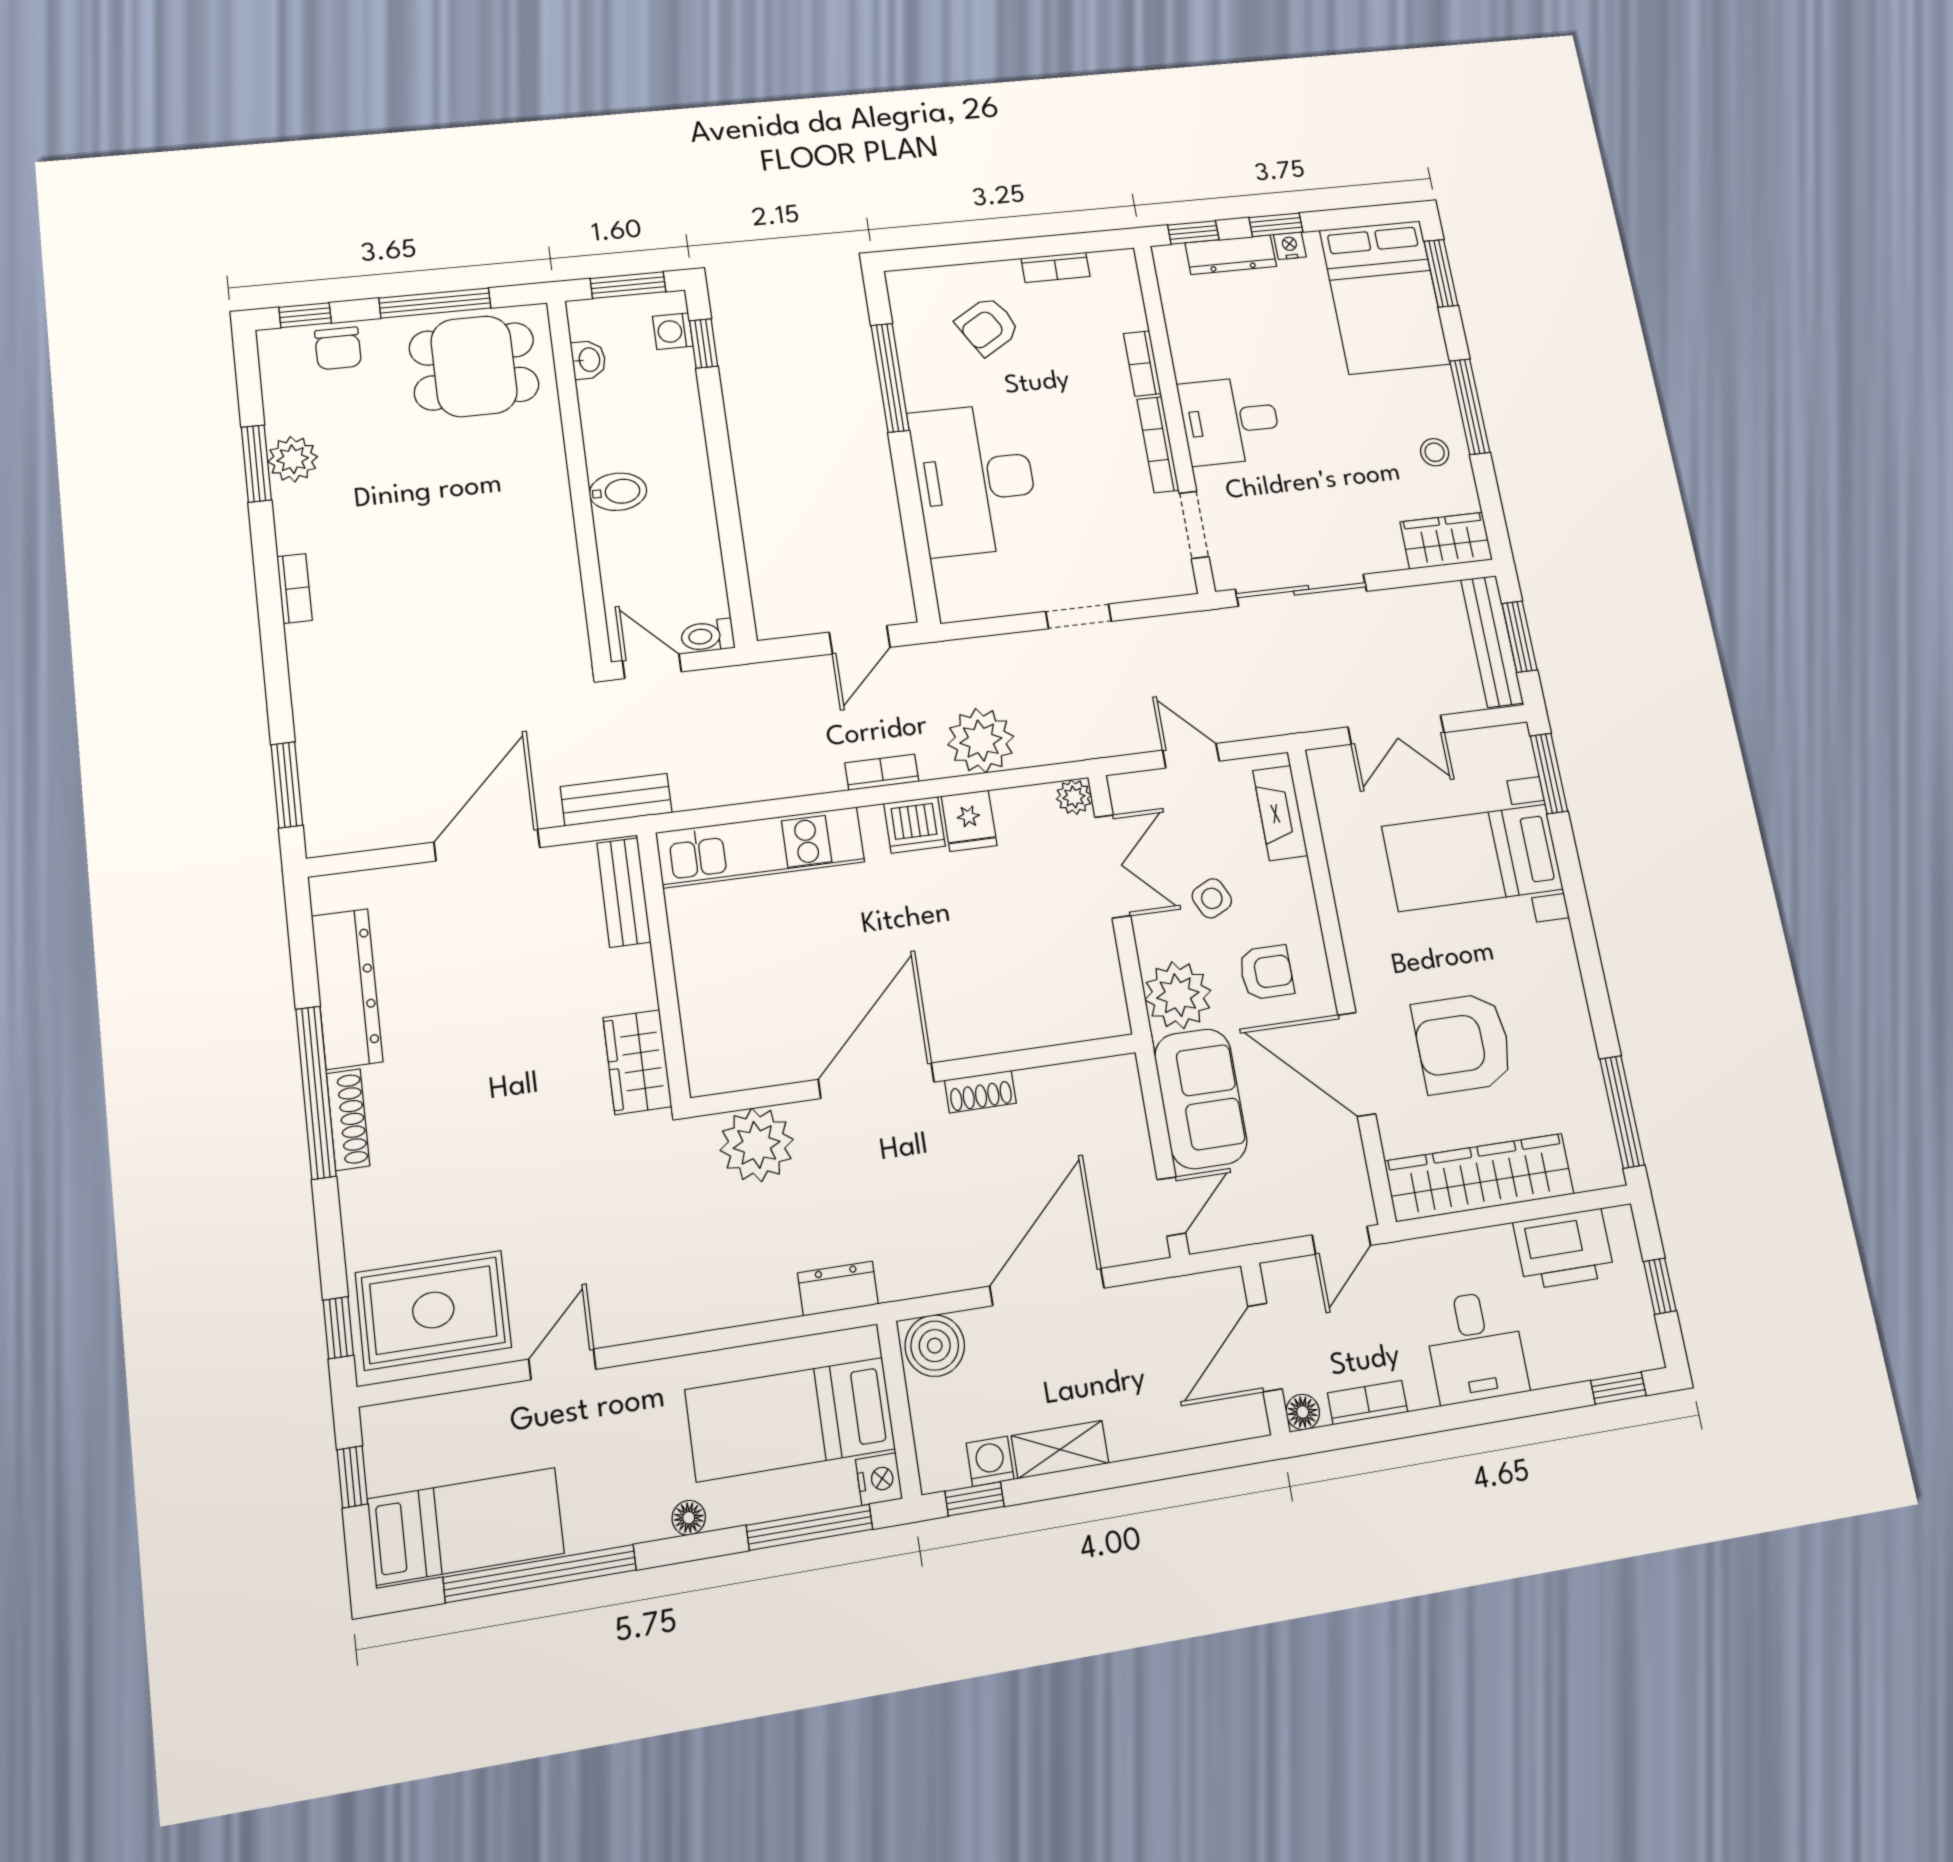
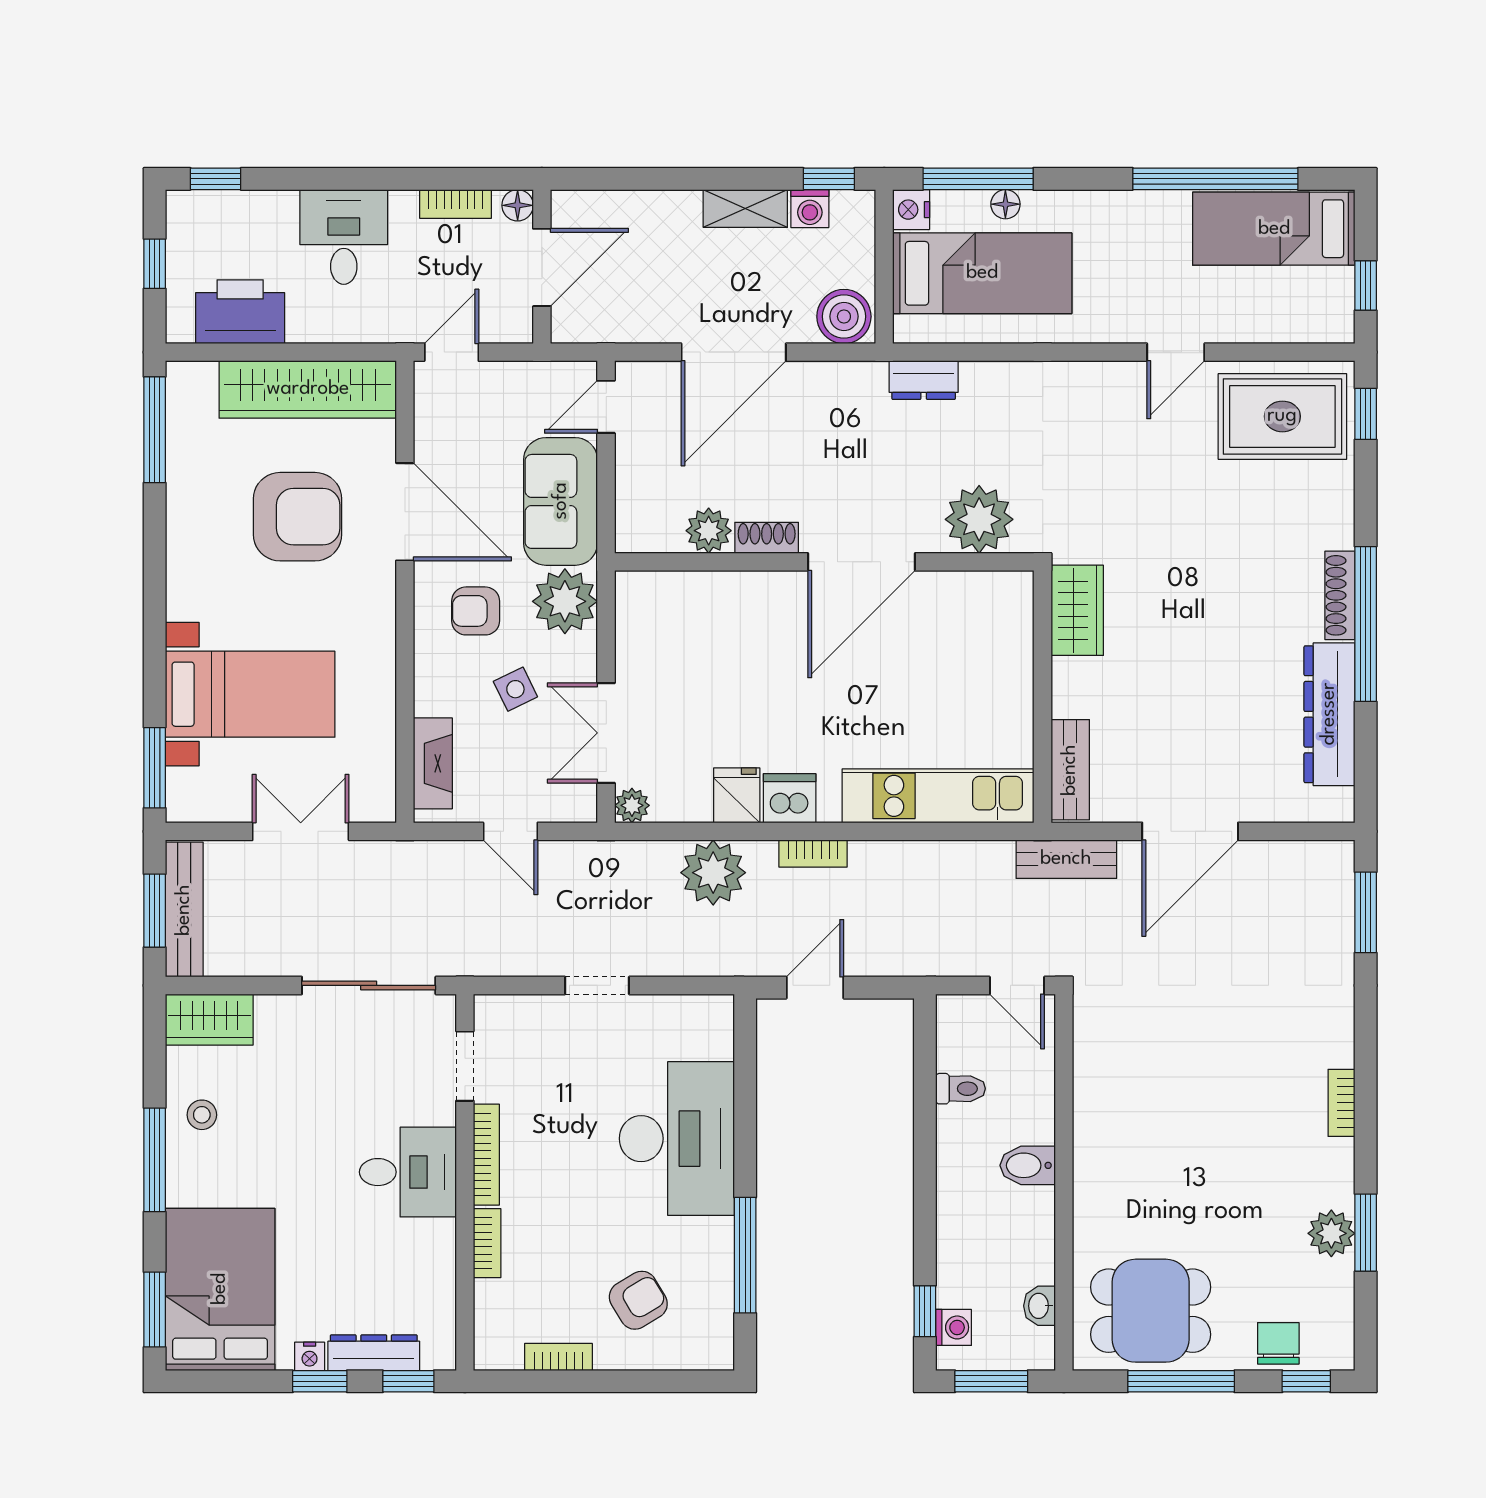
toilet: (707, 636) -> (960, 1089), moved
plant: (1042, 1090) -> (709, 531), added
floor lamp: (689, 1518) -> (1005, 204), moved

